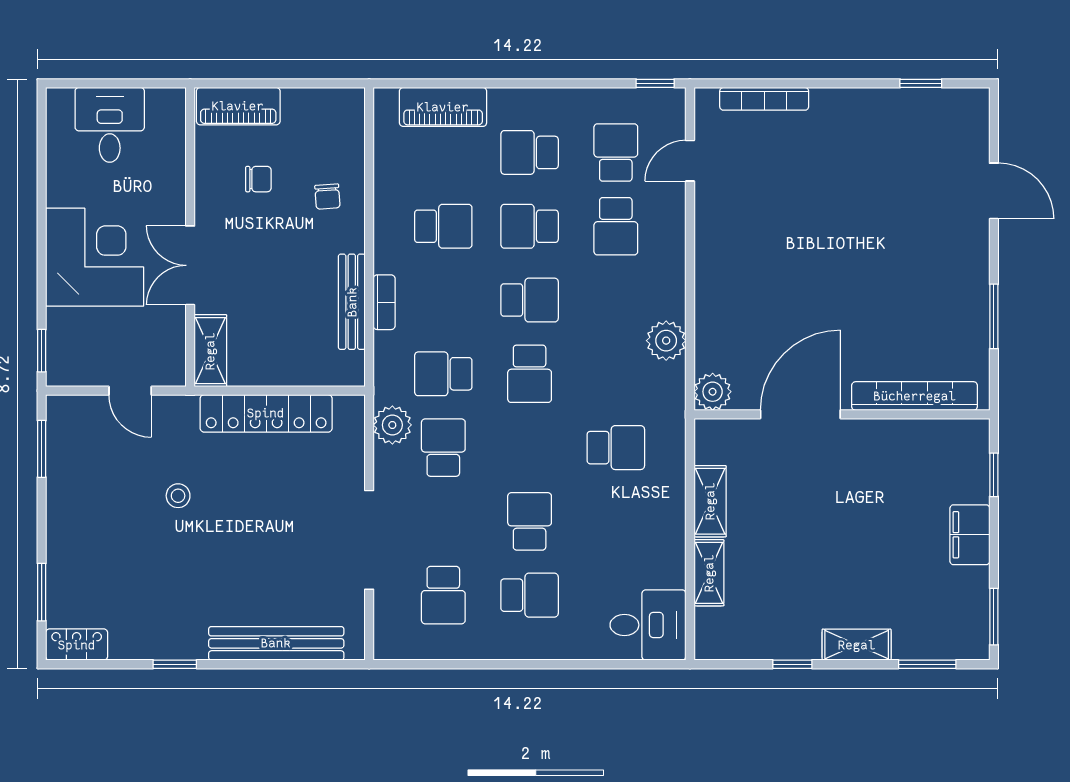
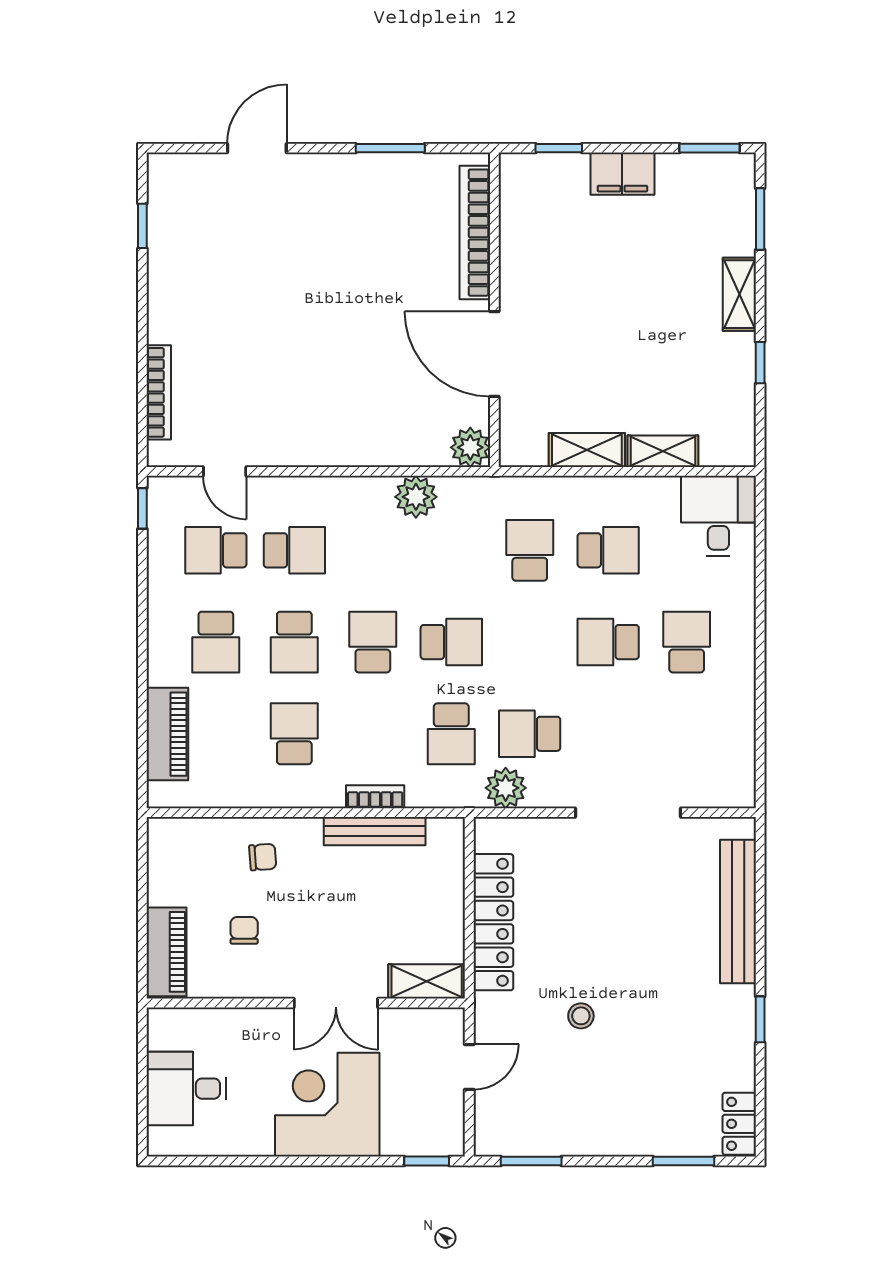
school desk: (443, 595) -> (608, 550), moved

